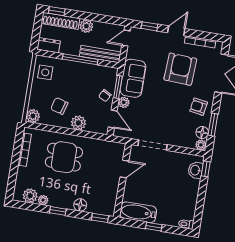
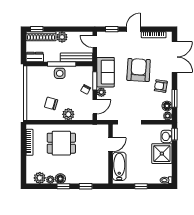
door: (126, 38) -> (95, 41), hinge flipped
armchair: (180, 69) -> (139, 70), moved
side table: (45, 72) -> (60, 73), moved
plant: (33, 116) -> (32, 115), removed
door: (113, 119) -> (95, 107), hinge flipped
shower: (186, 190) -> (162, 154), added
floor lamp: (80, 205) -> (60, 179), moved
bathtub: (138, 212) -> (119, 166), moved, turned 90
window: (100, 218) -> (86, 186), moved

